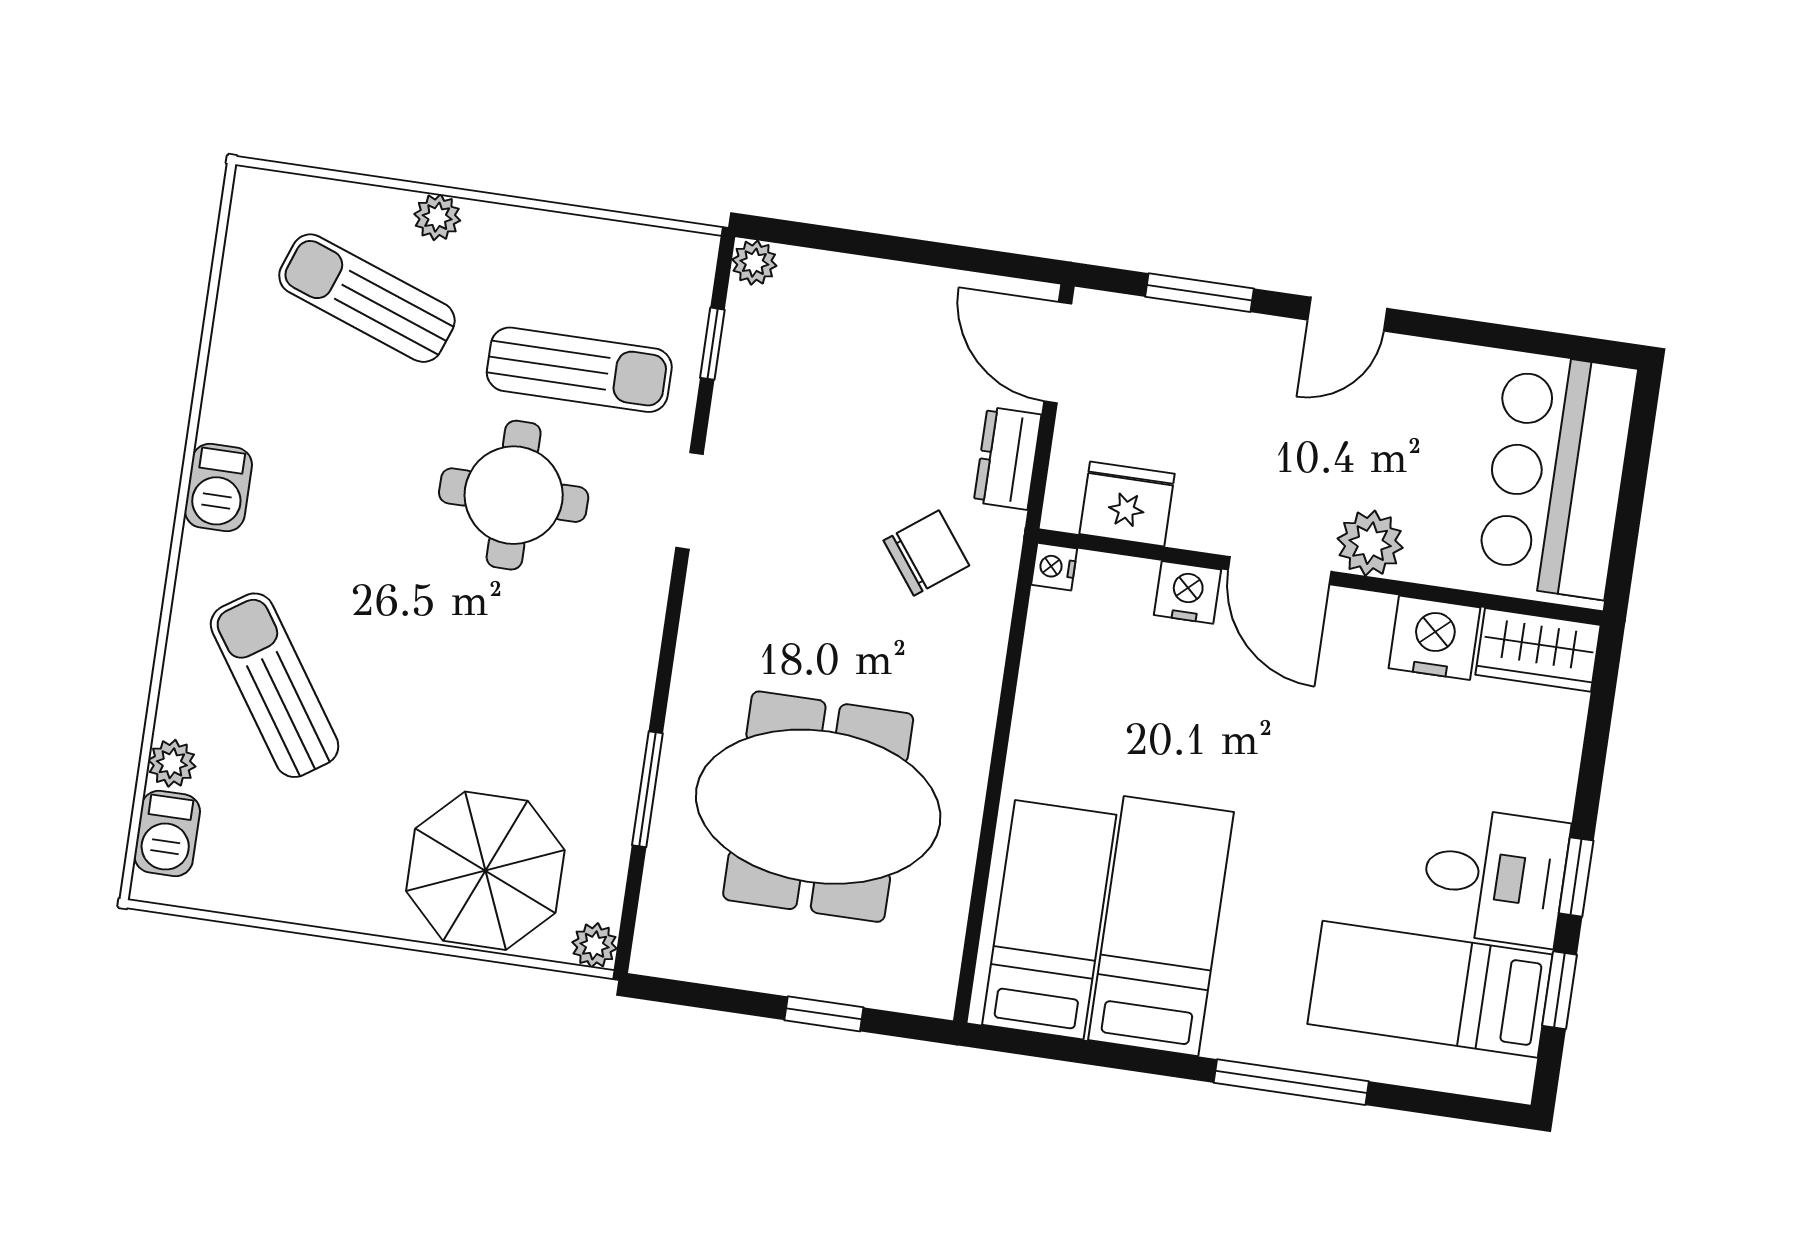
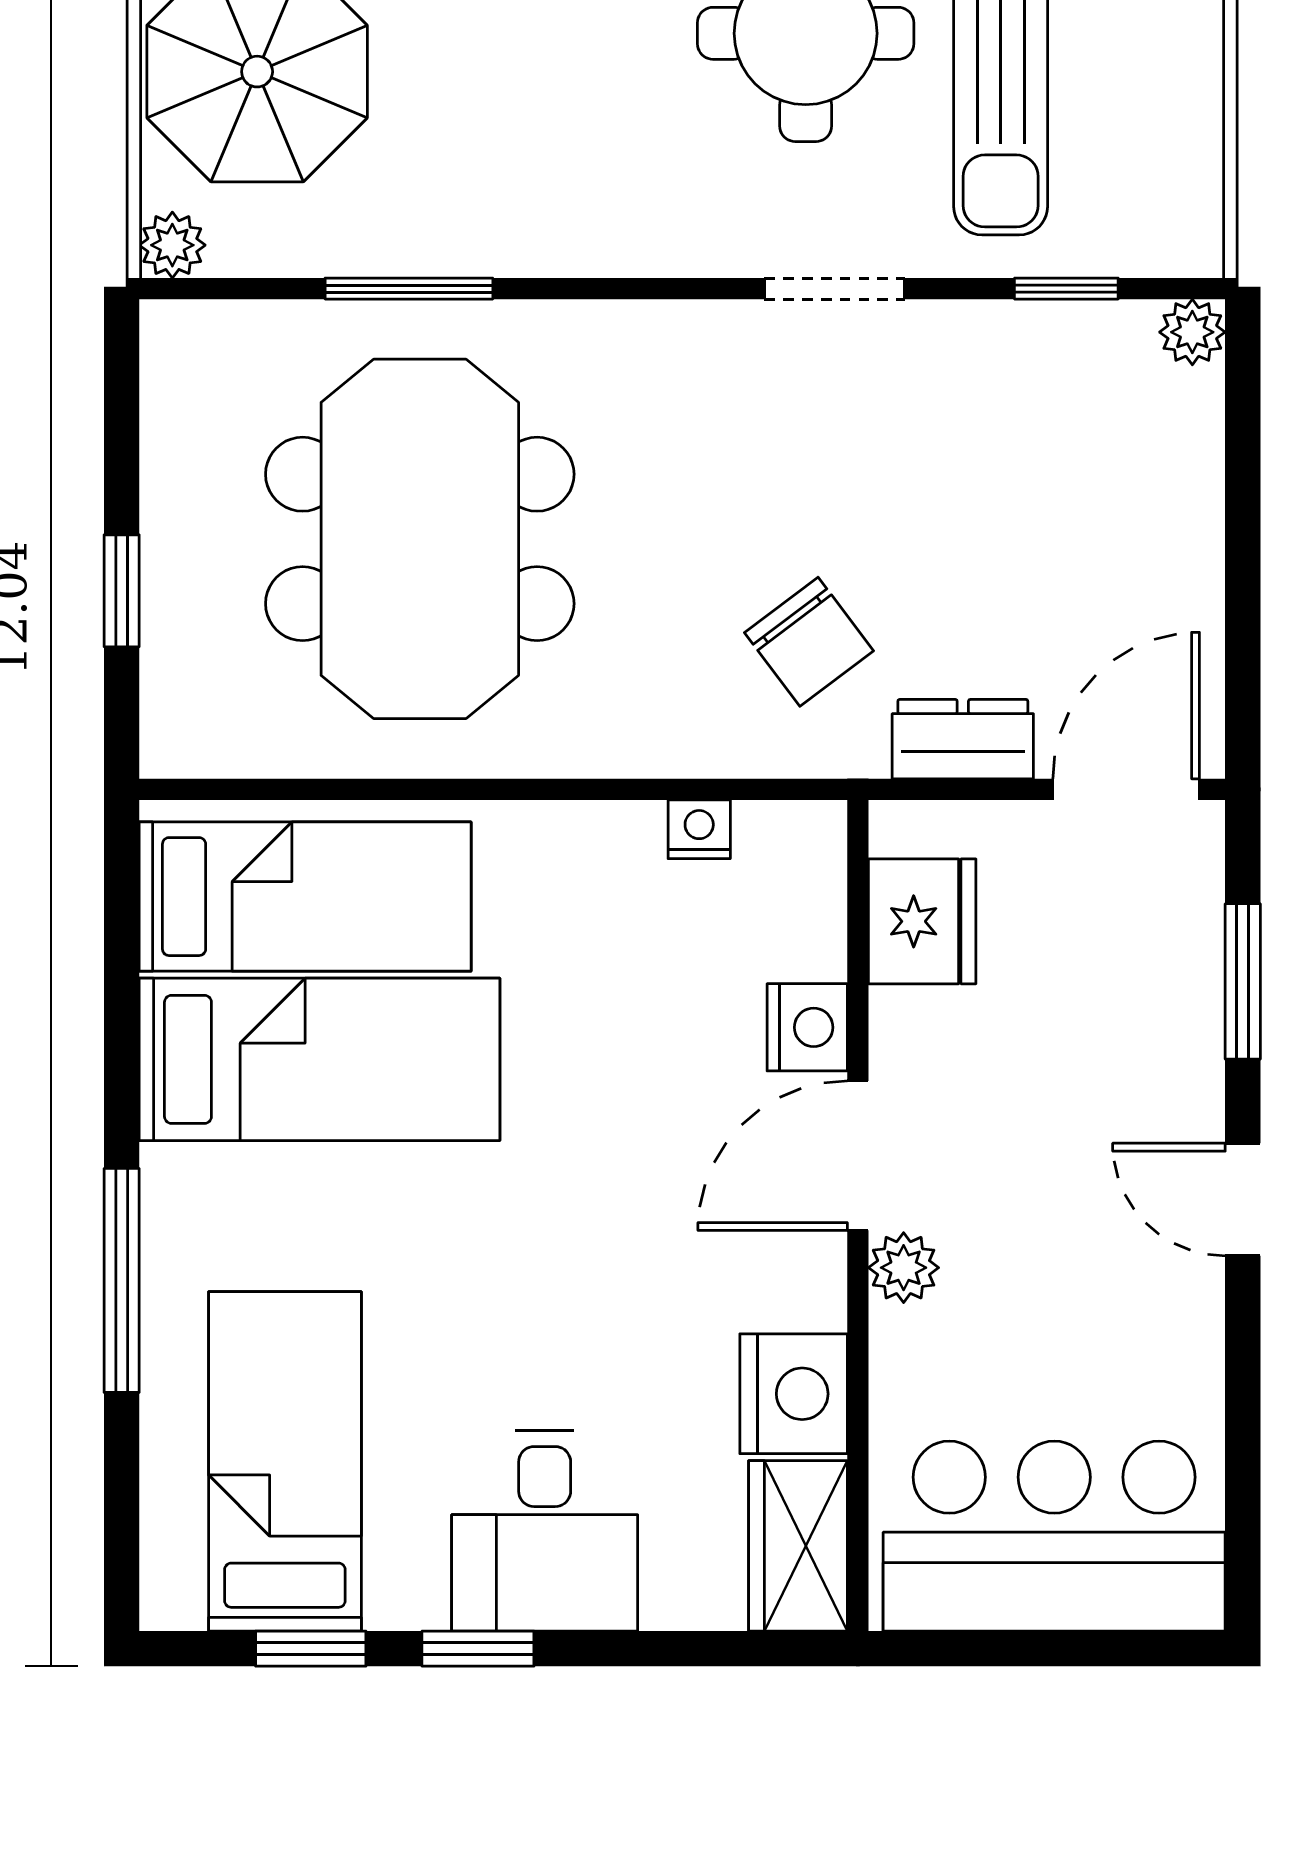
plant: (1370, 543) -> (904, 1268), width x0.73, depth x0.73
nightstand: (1054, 567) -> (699, 829), moved
desk: (1495, 877) -> (545, 1531), moved

